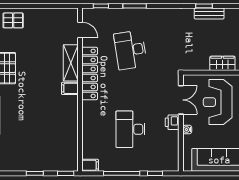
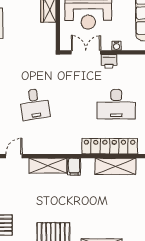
desk: (130, 50) -> (35, 104), width x0.73
locker: (90, 73) -> (110, 146), moved
shelving: (70, 128) -> (115, 166), added

